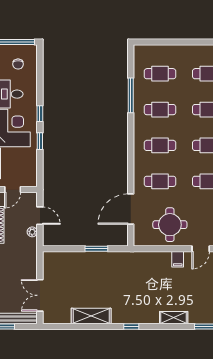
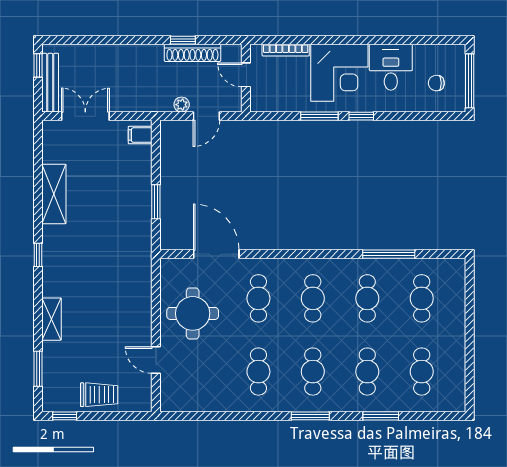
window: (40, 141) -> (319, 116), width x1.50
filing cabinet: (178, 259) -> (140, 135), moved

